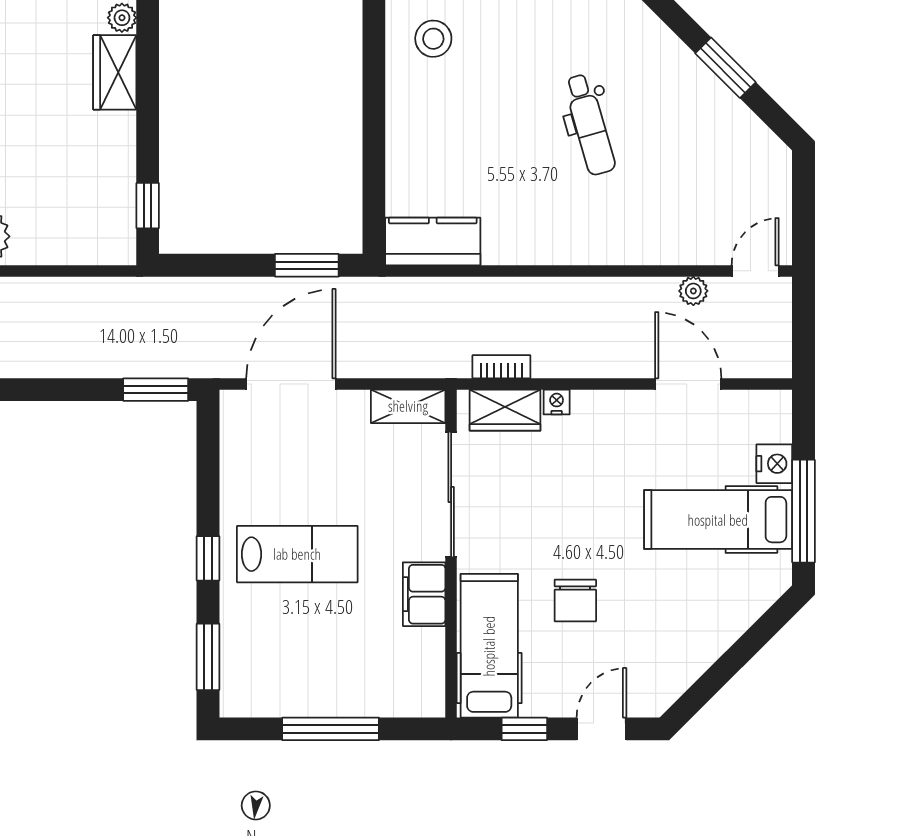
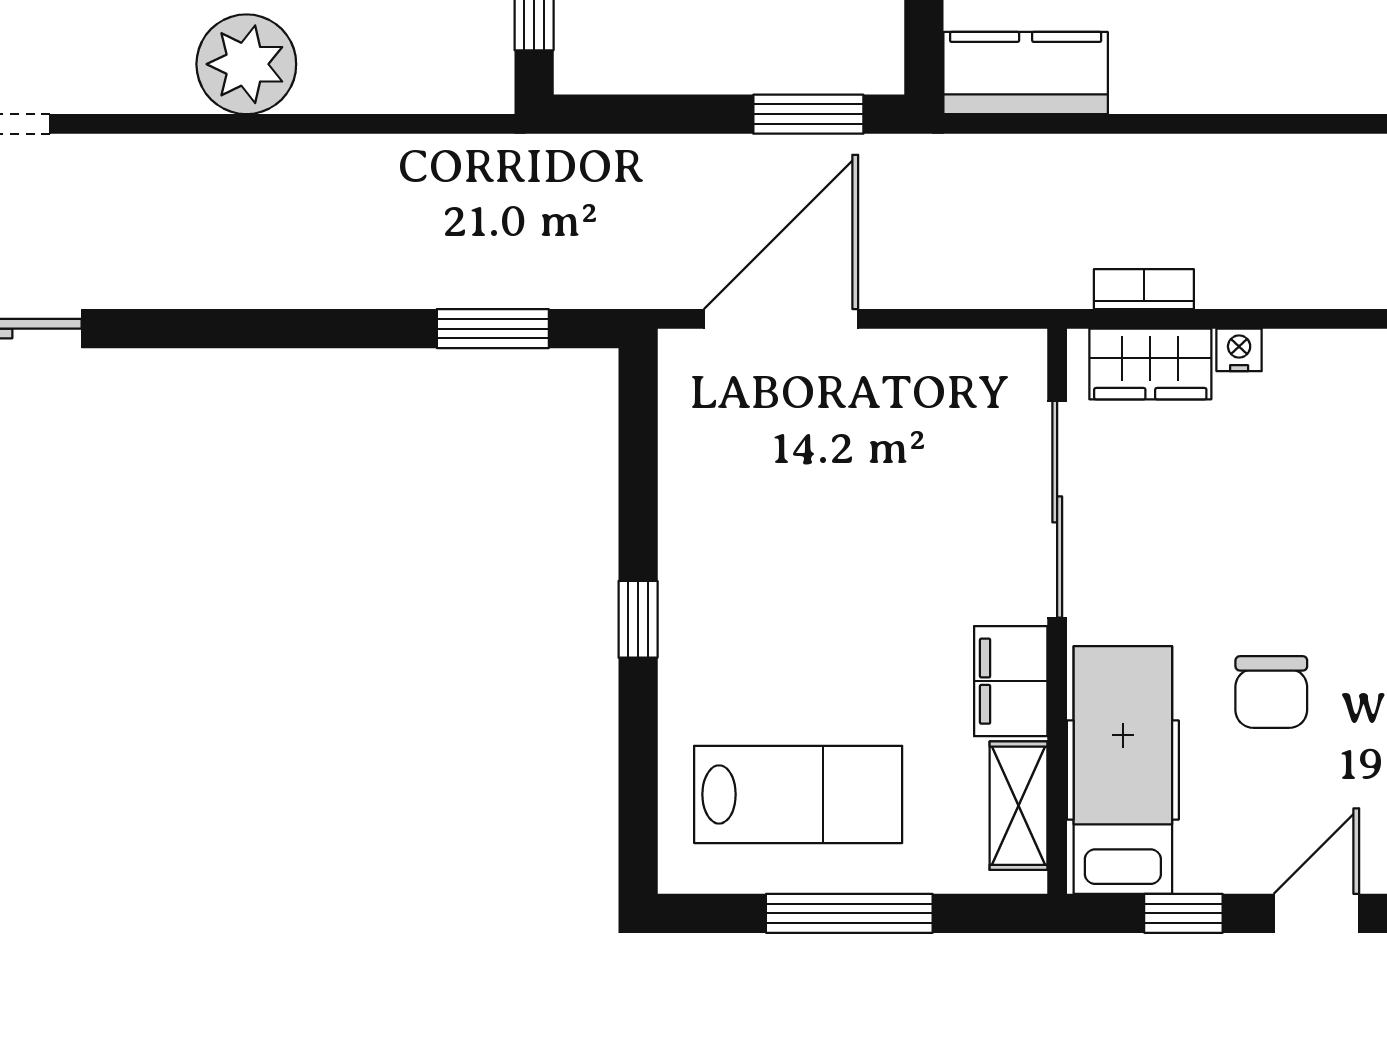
window: (156, 390) -> (493, 329), moved
shelving: (408, 406) -> (1019, 806), moved, turned 90
lab bench: (297, 554) -> (798, 794), moved
window: (208, 657) -> (638, 789), removed

